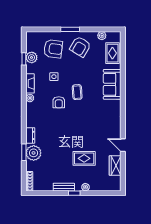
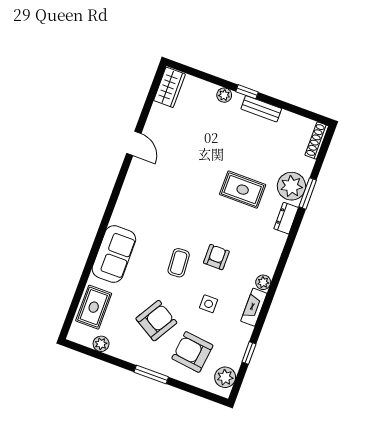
armchair: (80, 47) -> (156, 321), moved
plant: (32, 57) -> (225, 377), moved
rug: (84, 158) -> (243, 190), moved
wardrobe: (115, 165) -> (169, 87), moved

